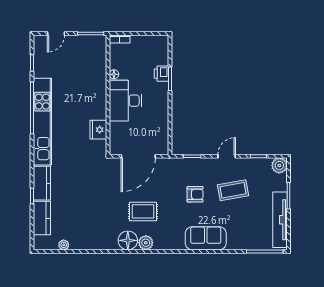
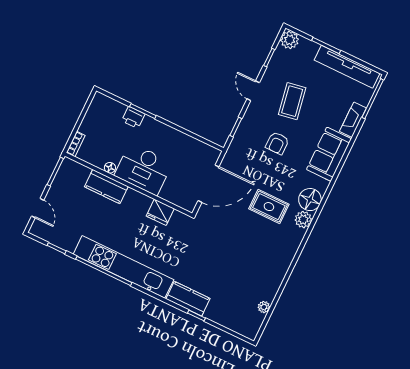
door: (138, 156) -> (208, 184), hinge flipped
armchair: (195, 194) -> (277, 143), turned 180
rug: (143, 211) -> (269, 207), turned 90
kitchen counter: (42, 218) -> (106, 187), moved, turned 180
floor lamp: (128, 240) -> (310, 200), moved
fireplace: (241, 244) -> (353, 120), added

